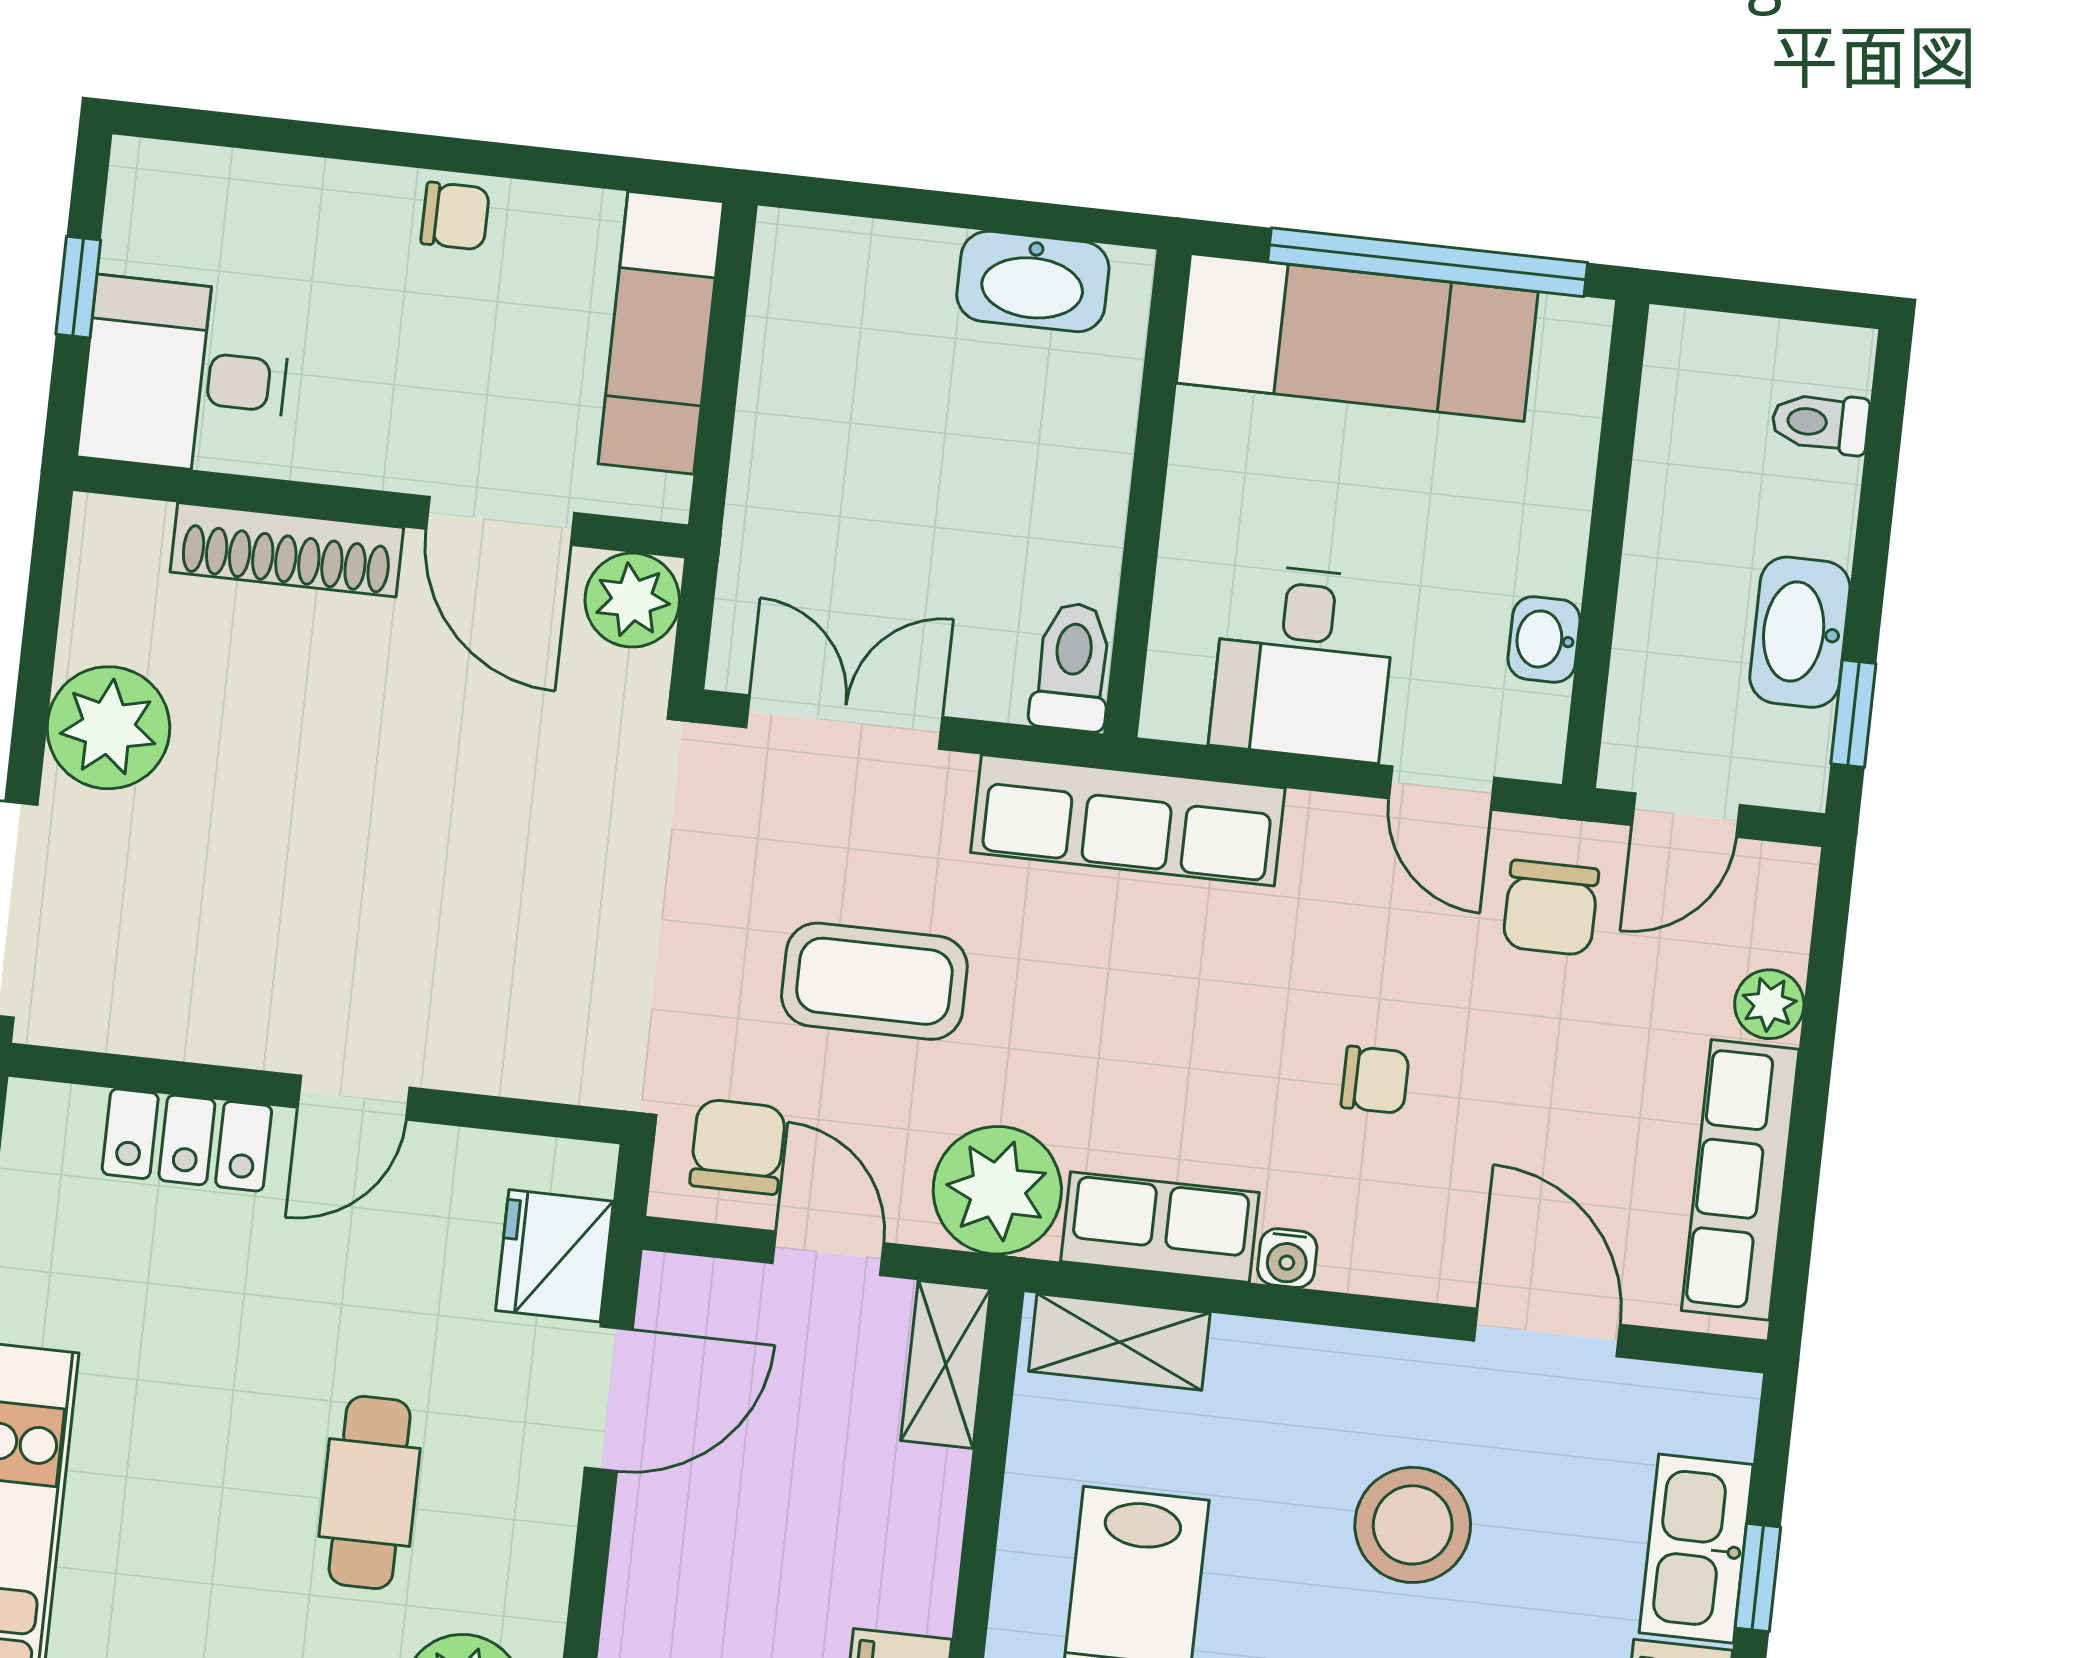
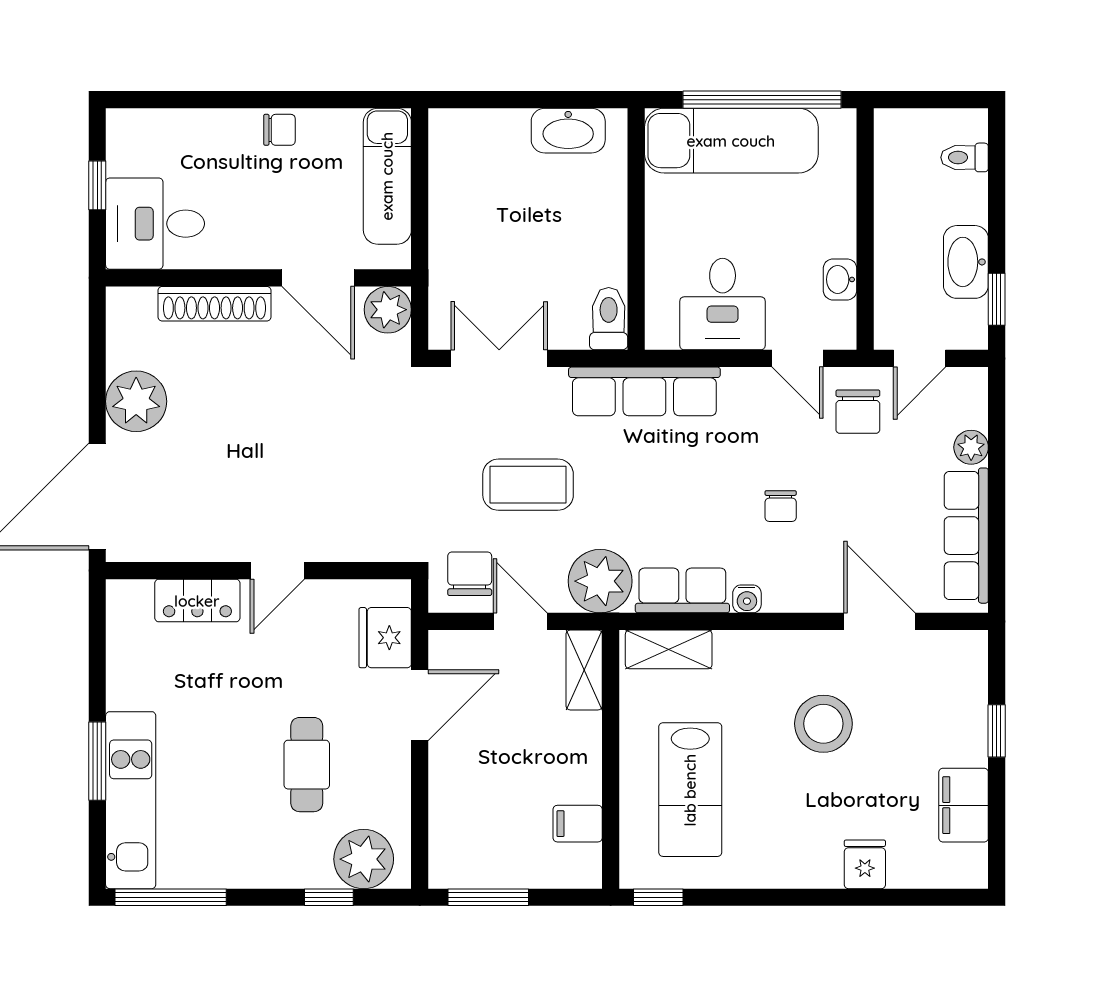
chair: (1375, 1080) -> (781, 506), turned 90
kitchen sink: (1696, 1549) -> (965, 720), removed

